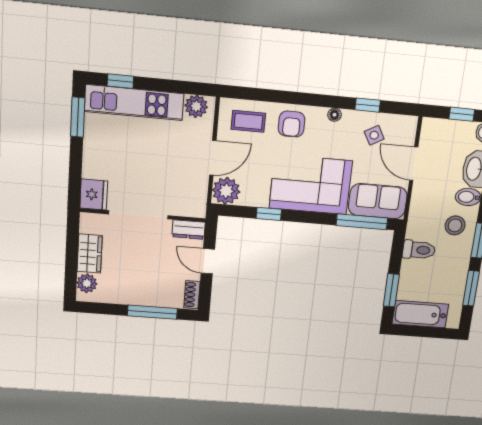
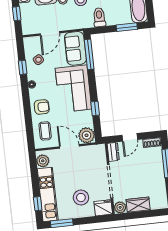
stool: (119, 160) -> (81, 198), added
plant: (87, 283) -> (120, 207), moved

